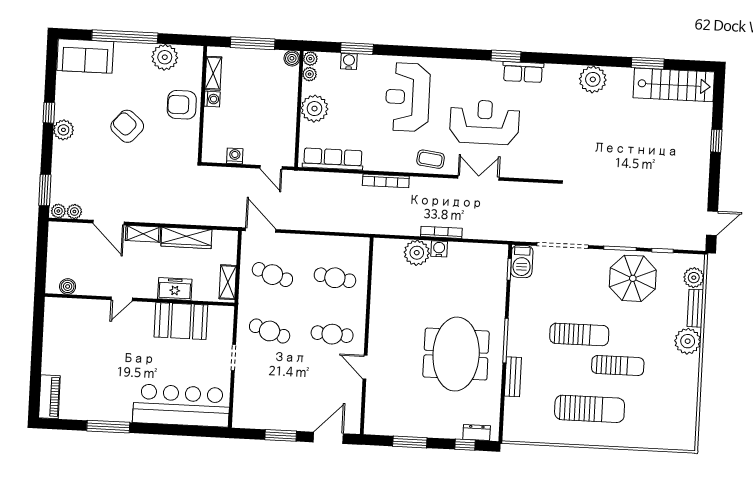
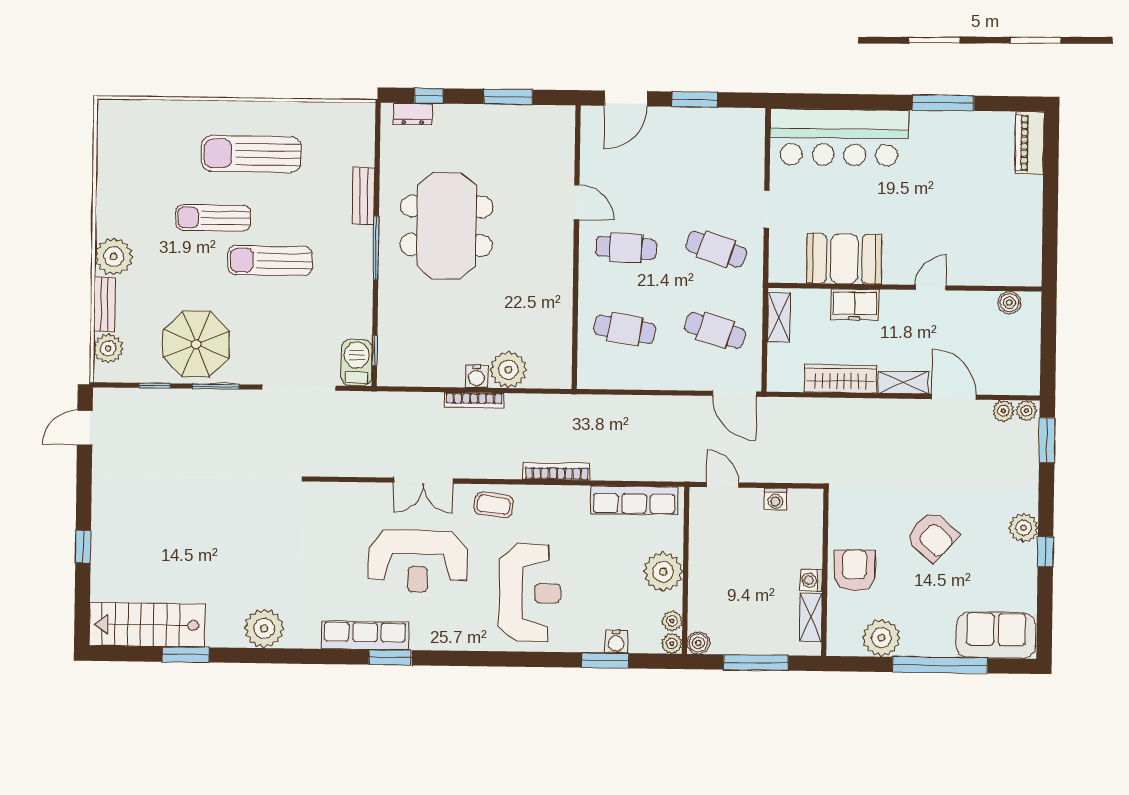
row of seats: (523, 72) -> (365, 635), width x1.48
armchair: (182, 105) -> (854, 570), turned -90

